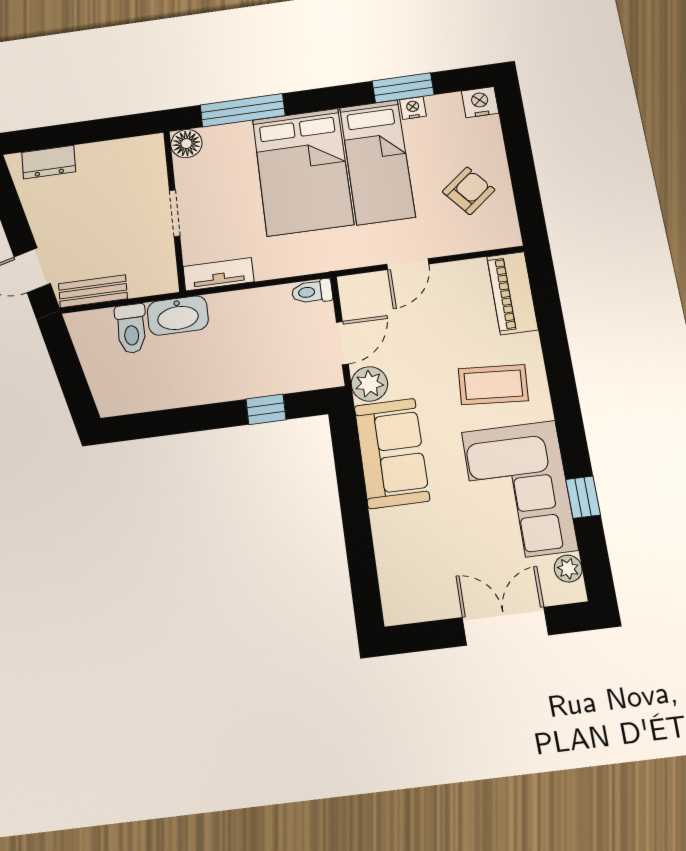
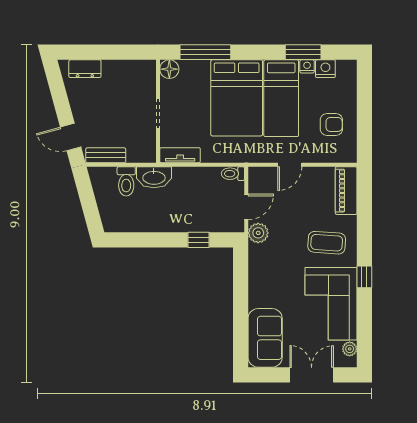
nightstand: (480, 102) -> (325, 69), moved
armchair: (469, 191) -> (331, 124), turned 39
sofa: (392, 453) -> (265, 338), moved
window: (583, 497) -> (364, 277), moved

